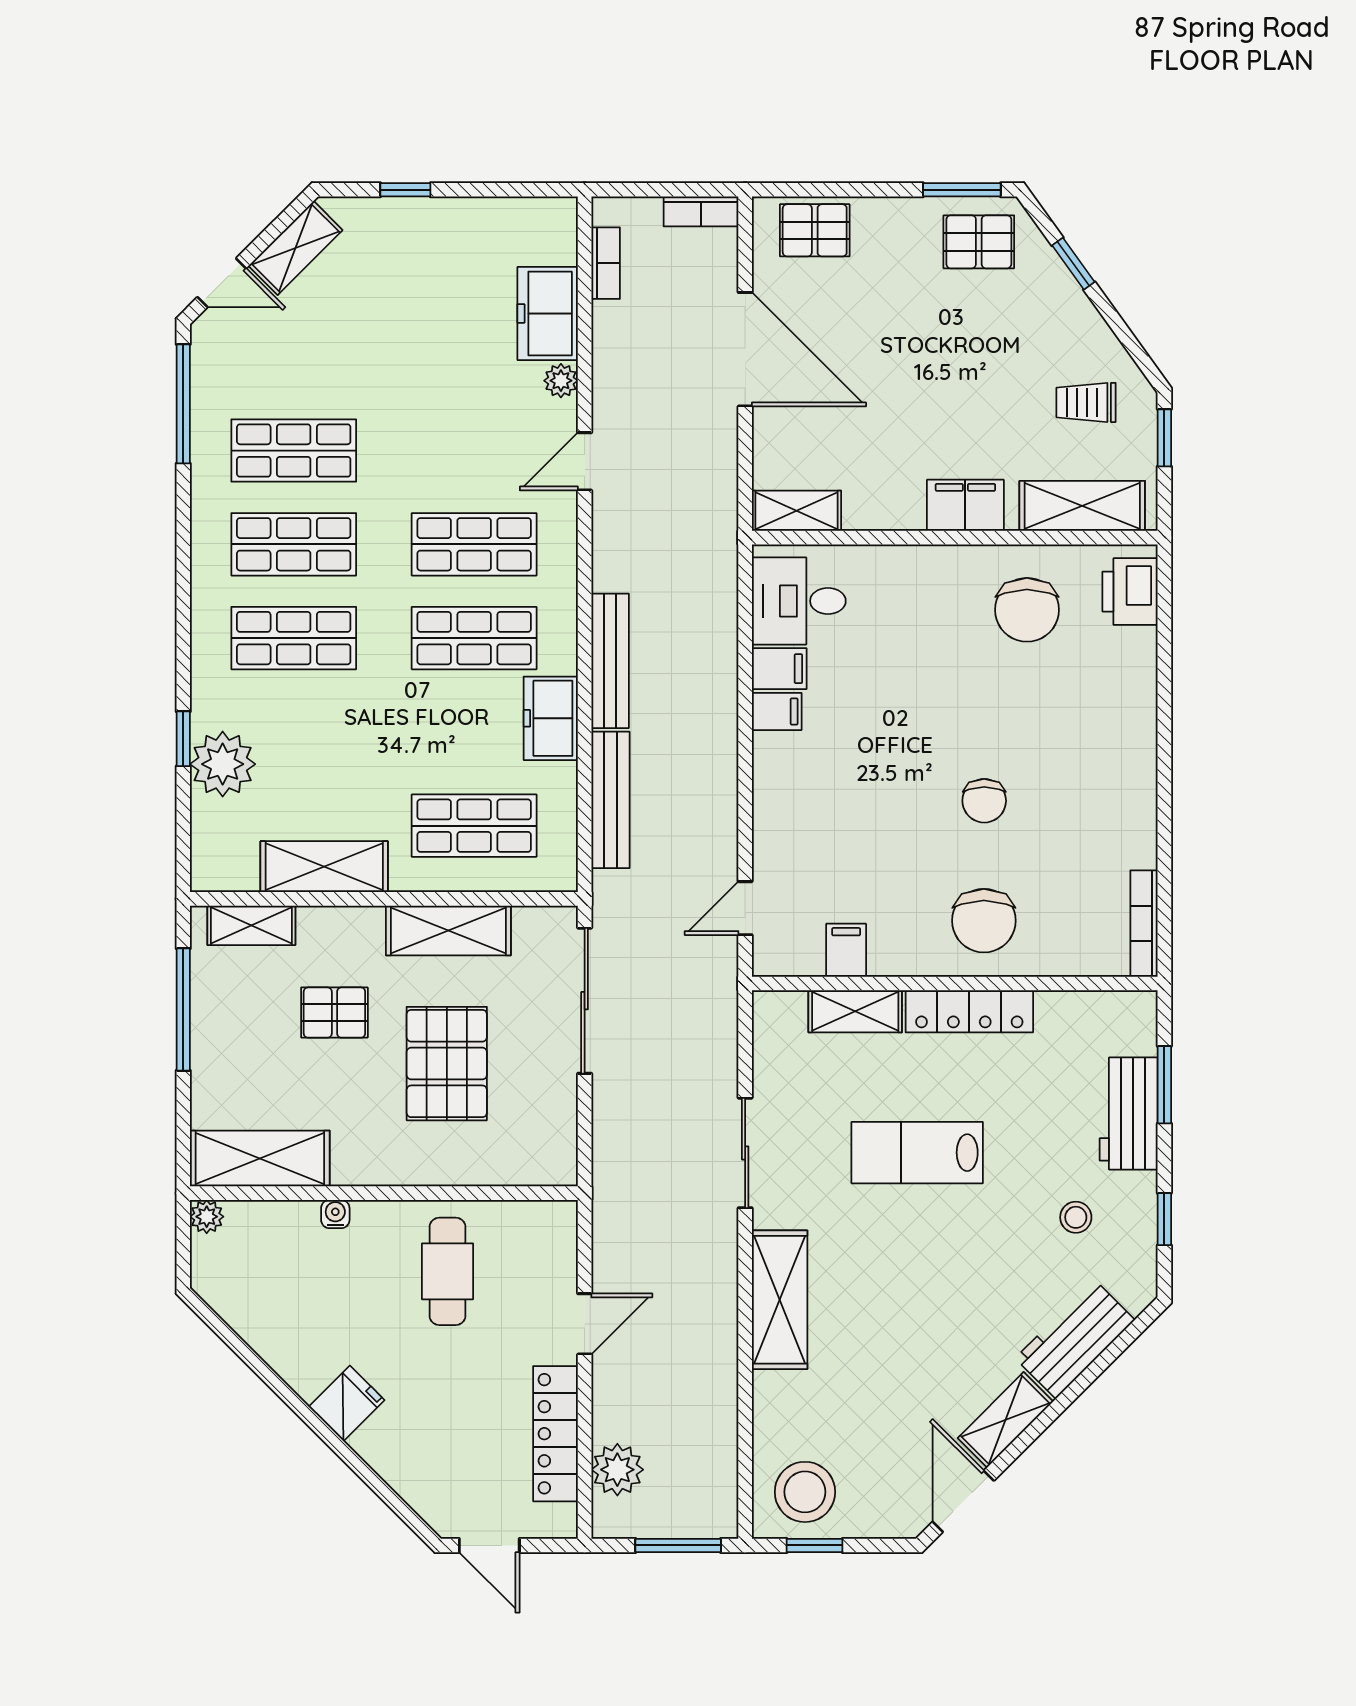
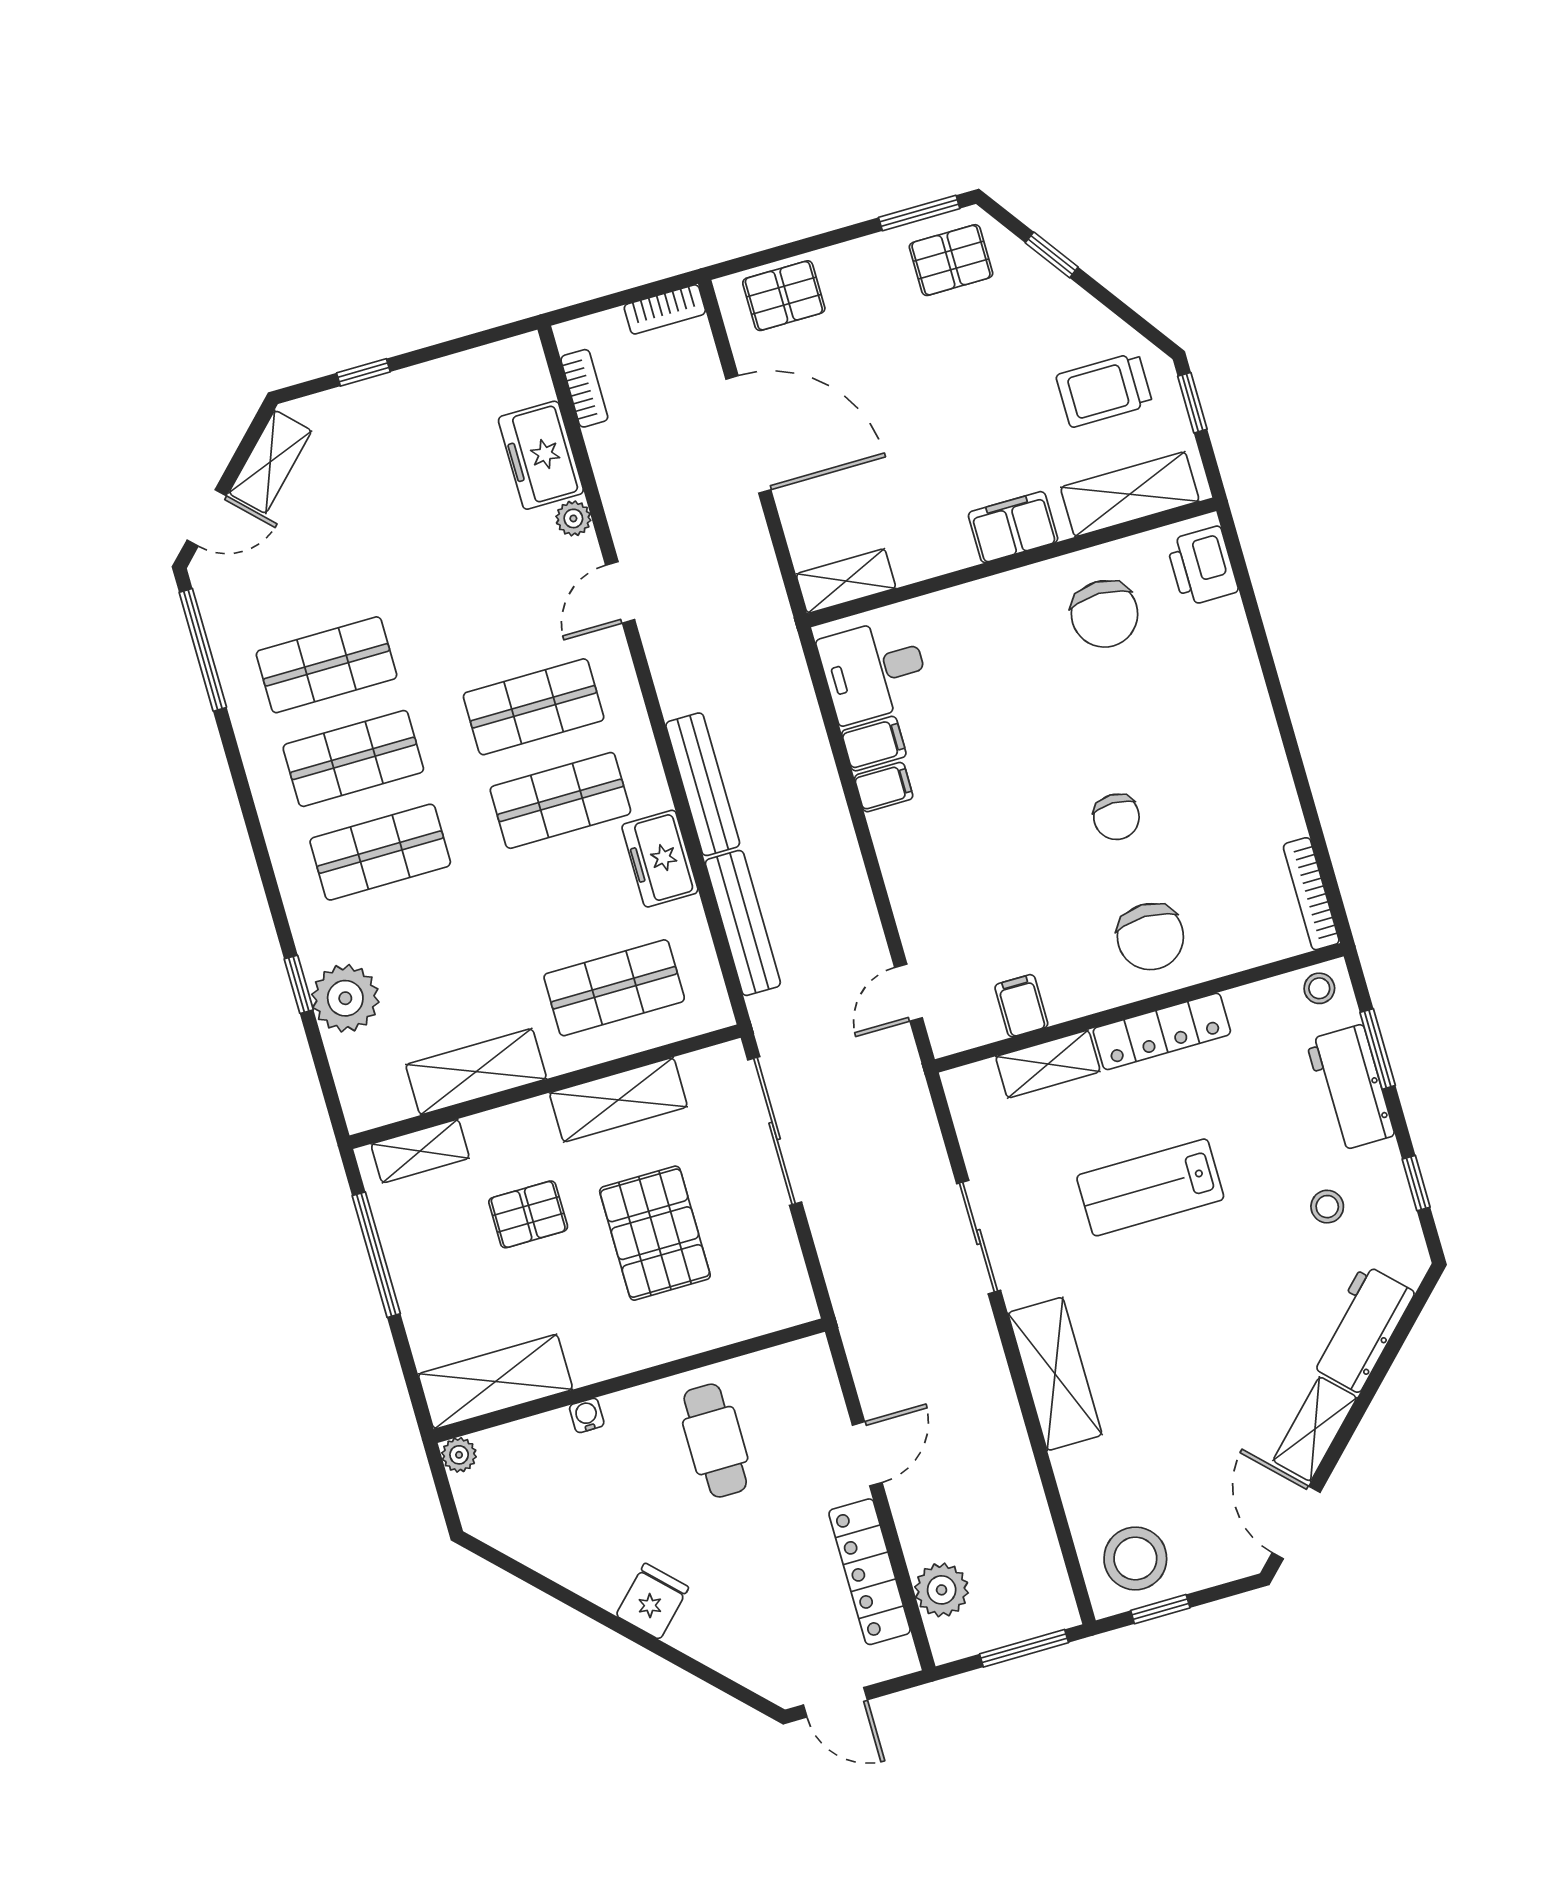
trolley: (1086, 402) -> (1104, 390), width x1.36, depth x1.39
stool: (1126, 1013) -> (1319, 988), added

